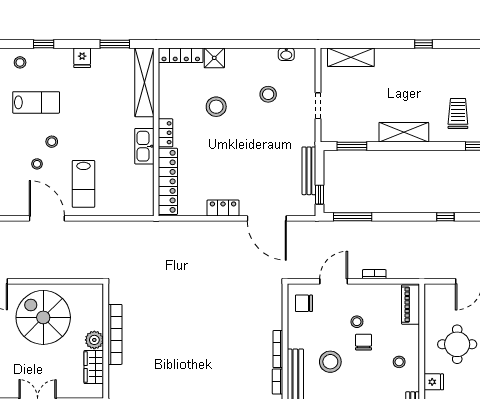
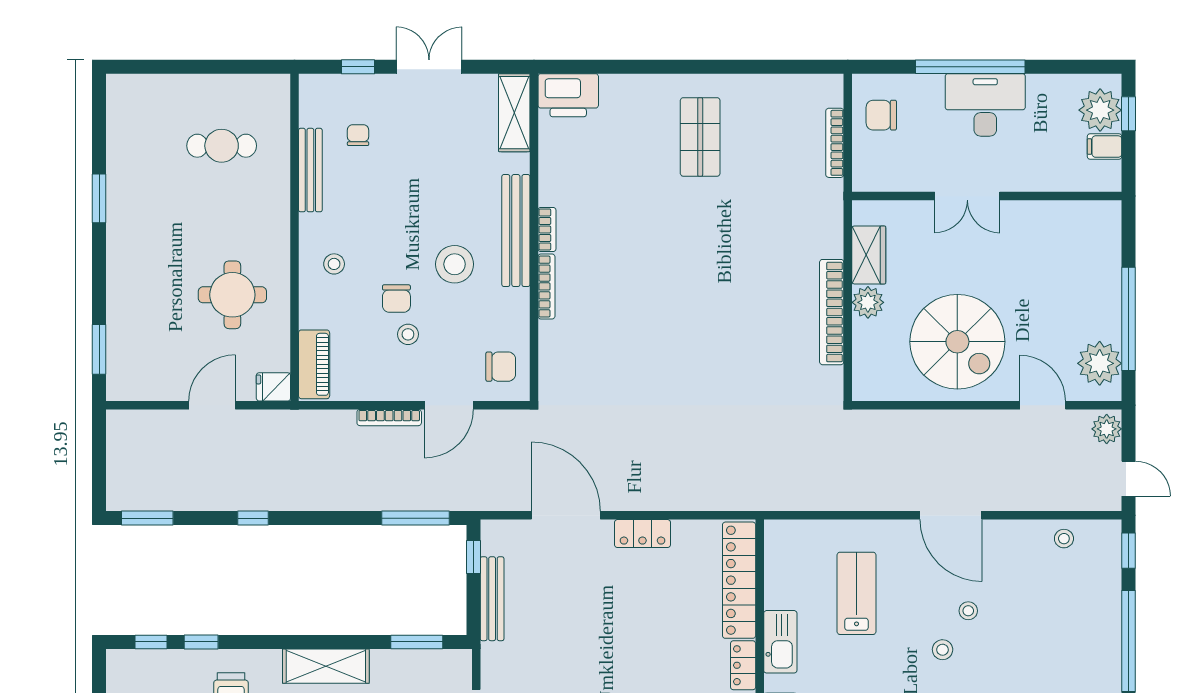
lab bench: (83, 184) -> (856, 593), moved
bookcase: (374, 274) -> (389, 418), width x1.56
fridge: (434, 382) -> (273, 387), moved

